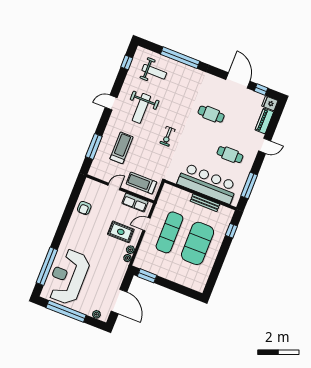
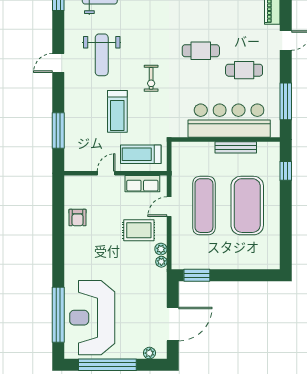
cafe table: (211, 114) -> (201, 51), moved
treadmill: (121, 148) -> (117, 111), moved, turned 180
door: (119, 301) -> (173, 324), hinge flipped

